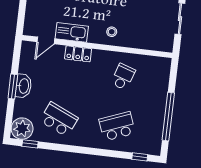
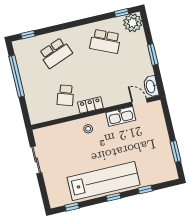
door: (46, 40) -> (140, 102), hinge flipped
locker: (78, 54) -> (90, 105), moved
washbasin: (23, 86) -> (151, 86), moved

